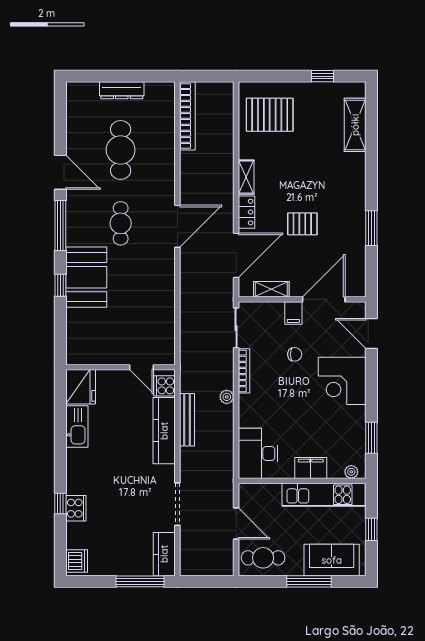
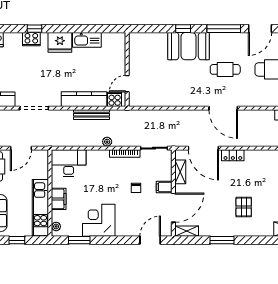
shelving: (246, 177) -> (187, 231), moved
pallet: (302, 224) -> (244, 207), moved
door: (324, 299) -> (173, 208), hinge flipped
corner desk: (342, 381) -> (99, 220), moved
fridge: (81, 387) -> (60, 42), moved

